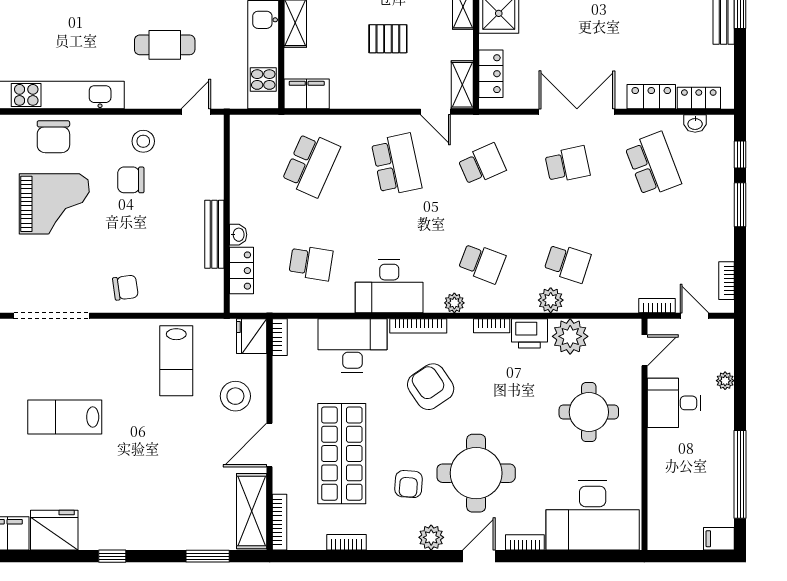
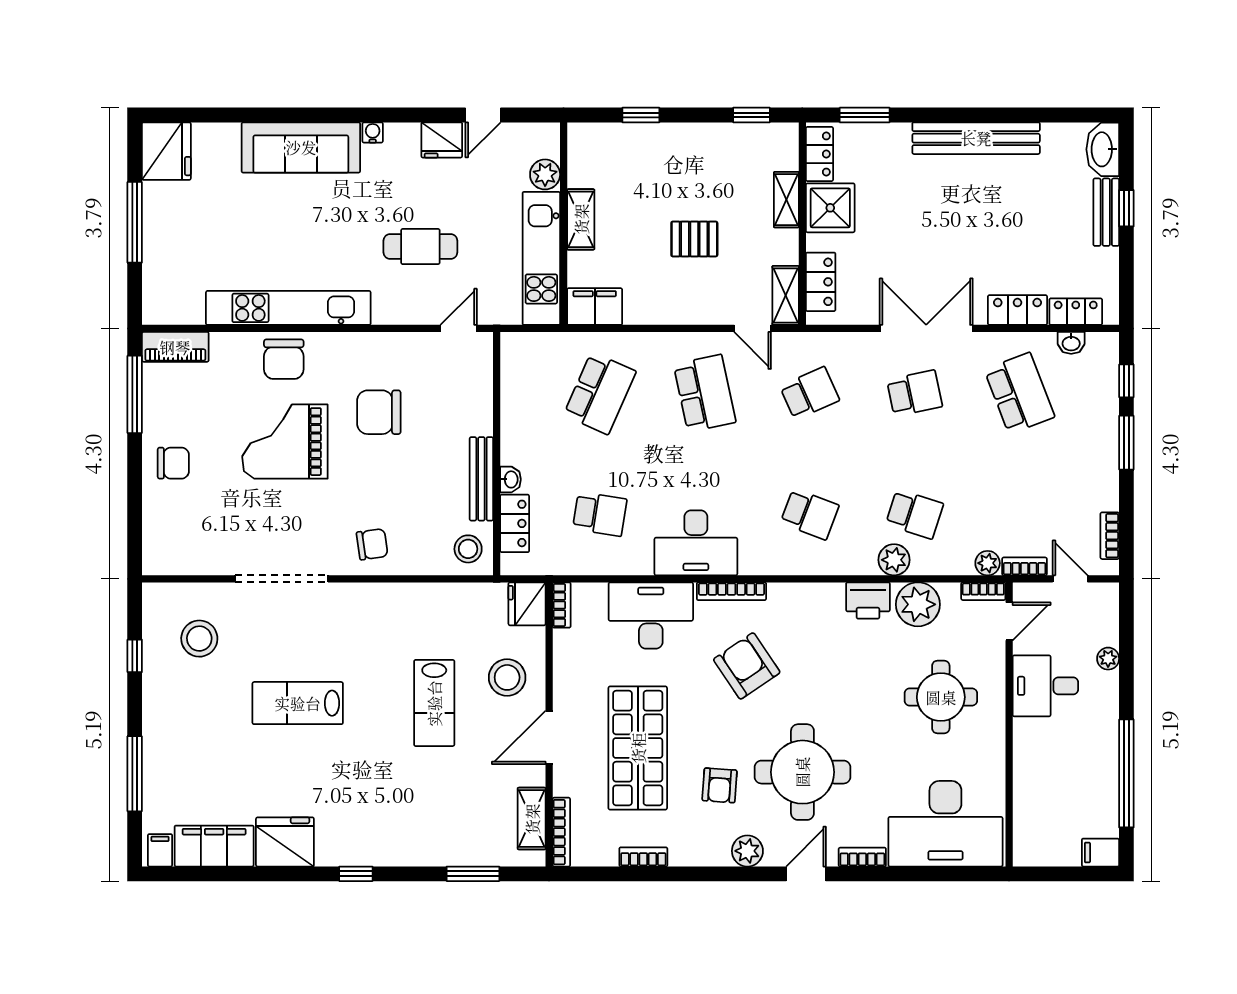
stool: (143, 141) -> (468, 549), moved
chair: (131, 180) -> (379, 412), width x1.37, depth x1.37
grand piano: (54, 204) -> (285, 442), turned 180
plant: (454, 303) -> (988, 563), moved
bookcase: (492, 326) -> (983, 591), moved
lab bench: (176, 361) -> (434, 703), moved
shelving: (252, 511) -> (532, 819), width x0.67, depth x0.75

